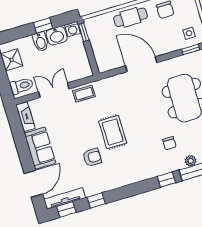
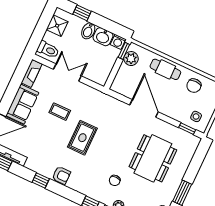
window: (43, 25) -> (82, 13), moved
plant: (95, 33) -> (131, 59), added
coffee table: (84, 94) -> (60, 112), moved
armchair: (92, 157) -> (61, 175), moved
window: (96, 201) -> (41, 180), moved

